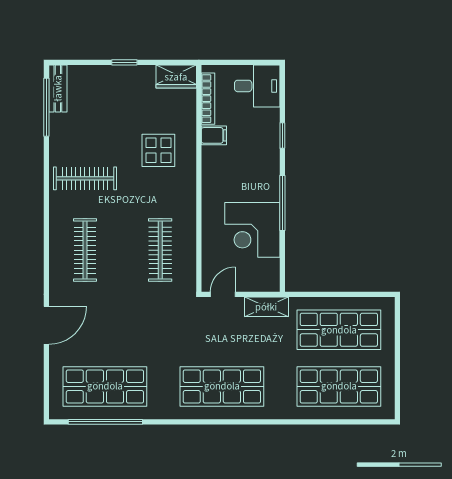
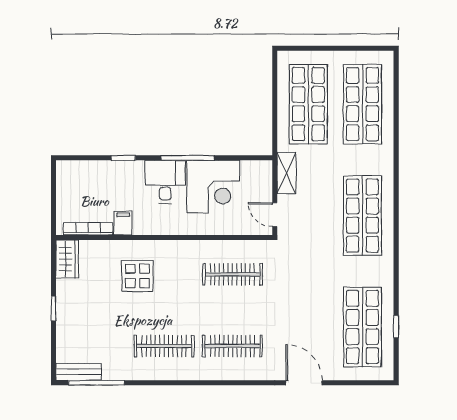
desk: (257, 86) -> (165, 182), moved
clothes rail: (85, 178) -> (164, 346), turned 90
window: (105, 422) -> (396, 327), width x0.32

